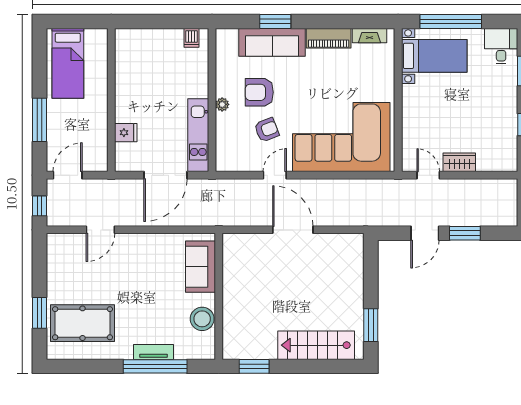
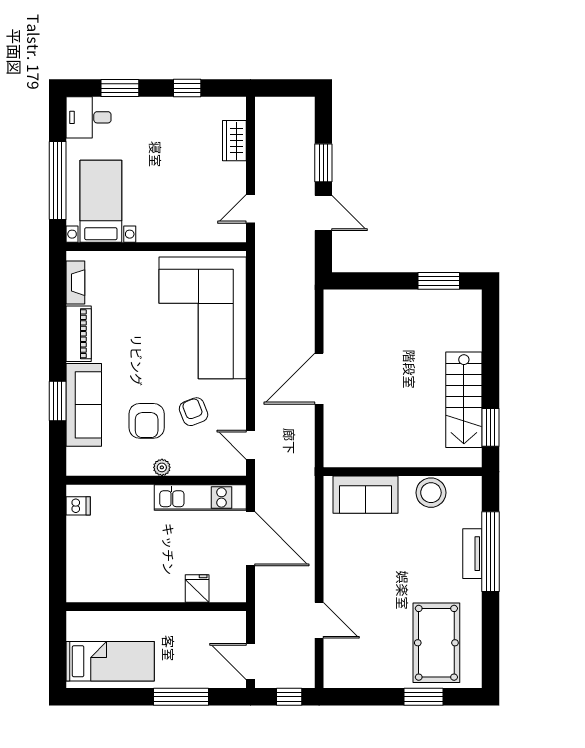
wardrobe: (459, 162) -> (234, 141), moved
door: (275, 175) -> (251, 445), moved
stairs: (316, 345) -> (464, 400), moved

